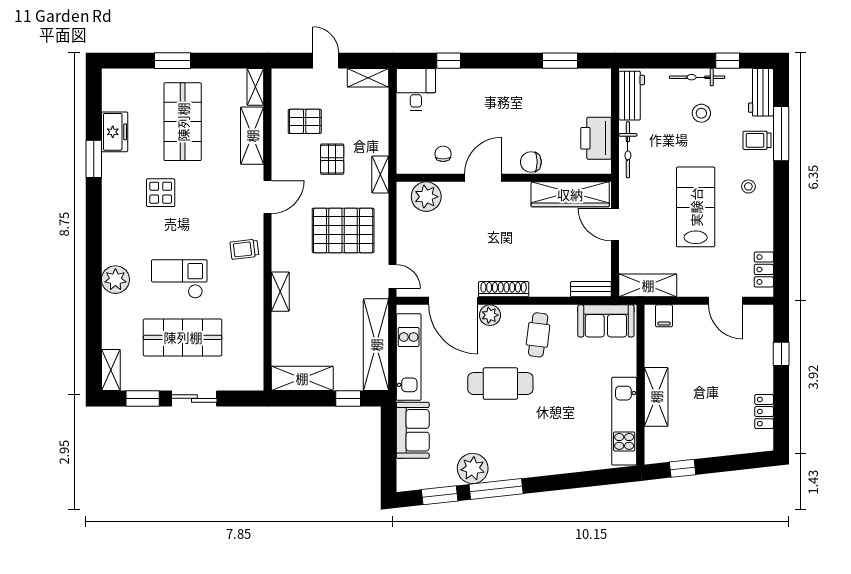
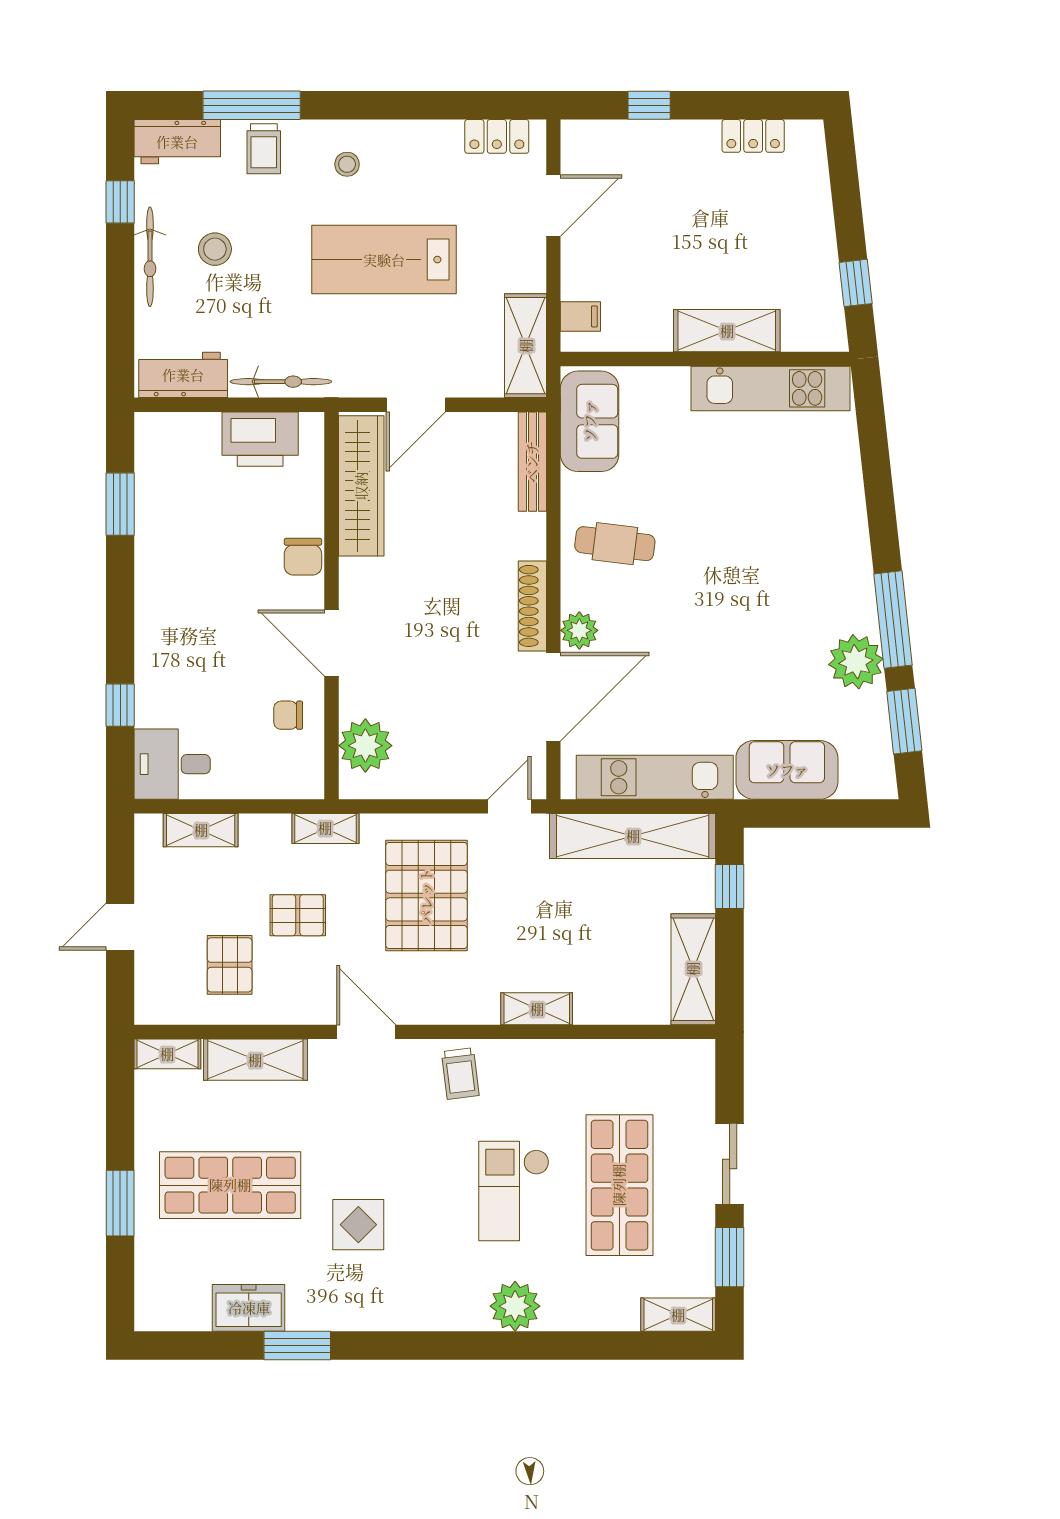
shelving: (368, 78) -> (201, 830), moved, turned 90
bench: (591, 289) -> (532, 462), width x1.36
cafe table: (500, 384) -> (703, 612), removed

